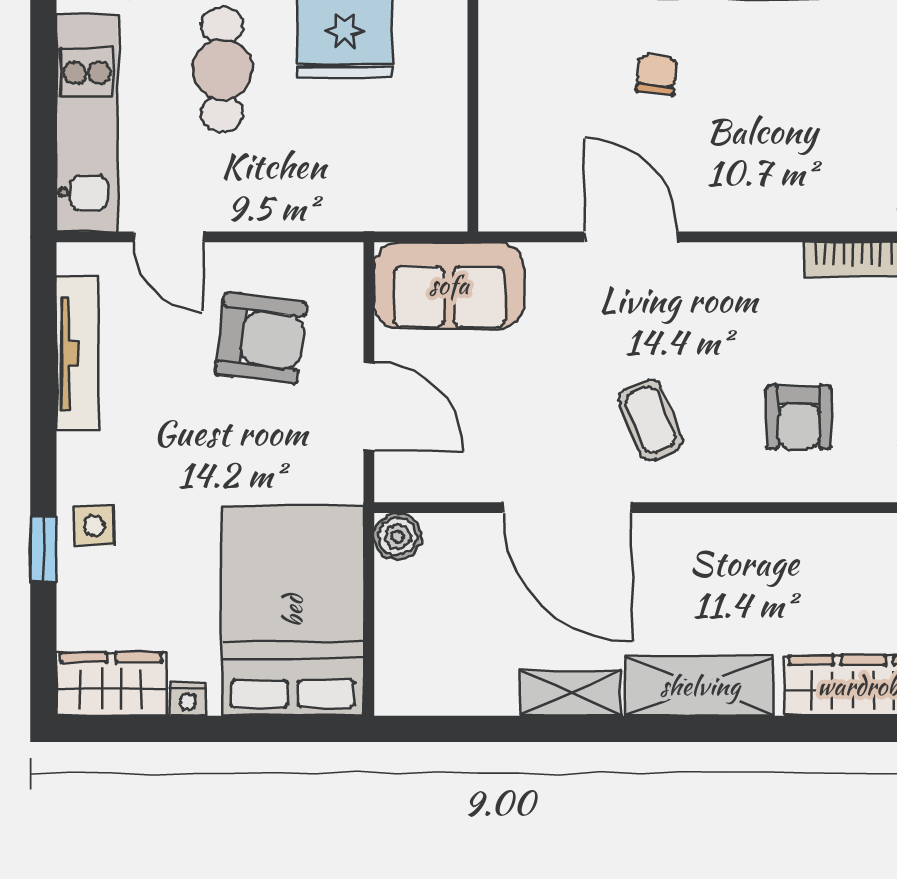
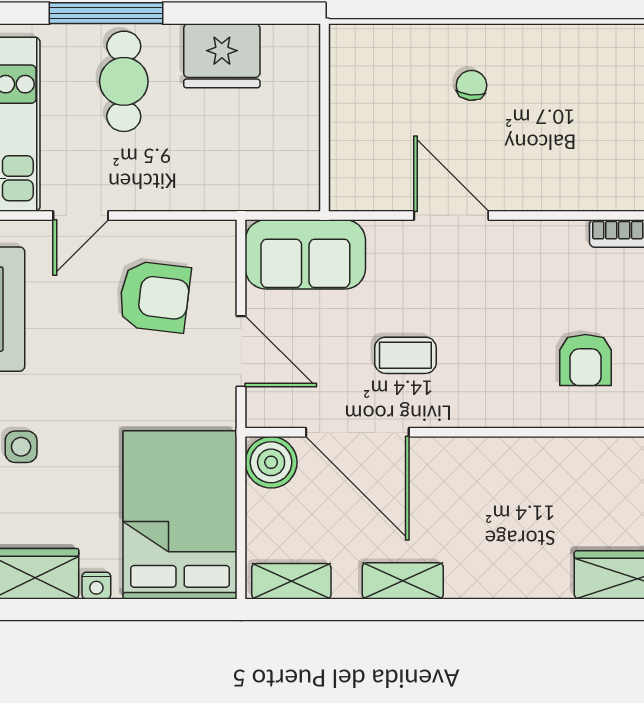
door: (169, 237) -> (81, 215), hinge flipped
coffee table: (651, 420) -> (405, 355), moved, turned -68
door: (567, 508) -> (357, 432), moved
boiler: (398, 536) -> (271, 462), width x1.36, depth x1.36
shelving: (700, 686) -> (291, 581), moved, width x0.67, depth x0.75

